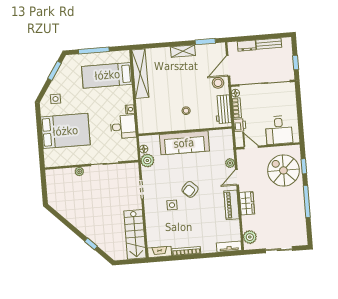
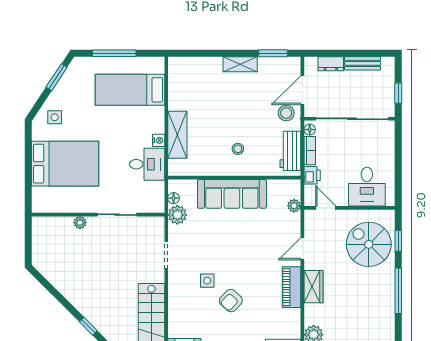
shelving: (140, 74) -> (177, 135), moved, width x0.68
plant: (230, 163) -> (294, 206), moved
armchair: (190, 189) -> (231, 301), moved

